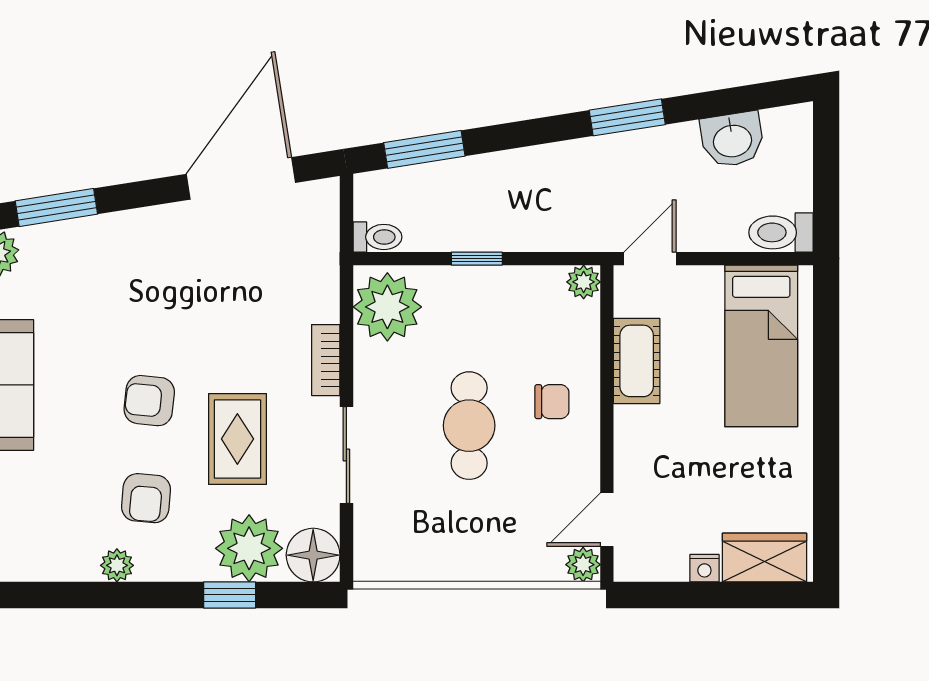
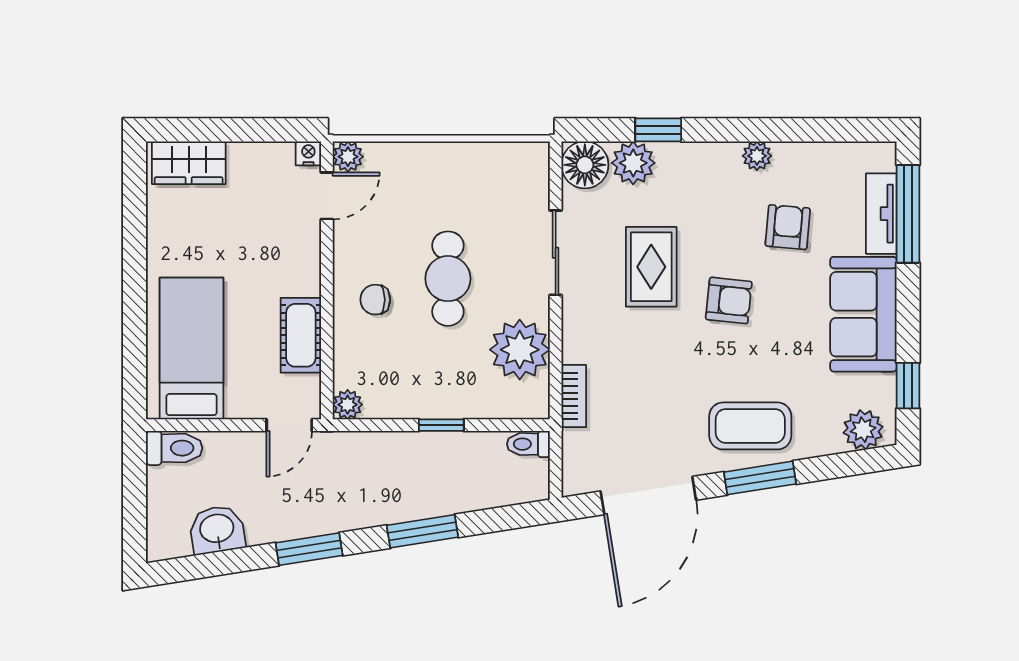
window: (424, 149) -> (422, 531), moved
window: (56, 207) -> (760, 478), moved
coffee table: (125, 258) -> (750, 426), added
plant: (387, 307) -> (520, 350), moved
bookcase: (326, 360) -> (574, 396), moved
armchair: (146, 498) -> (788, 227), moved
plant: (249, 548) -> (633, 163), width x0.73, depth x0.73
nightstand: (704, 568) -> (308, 153), moved

